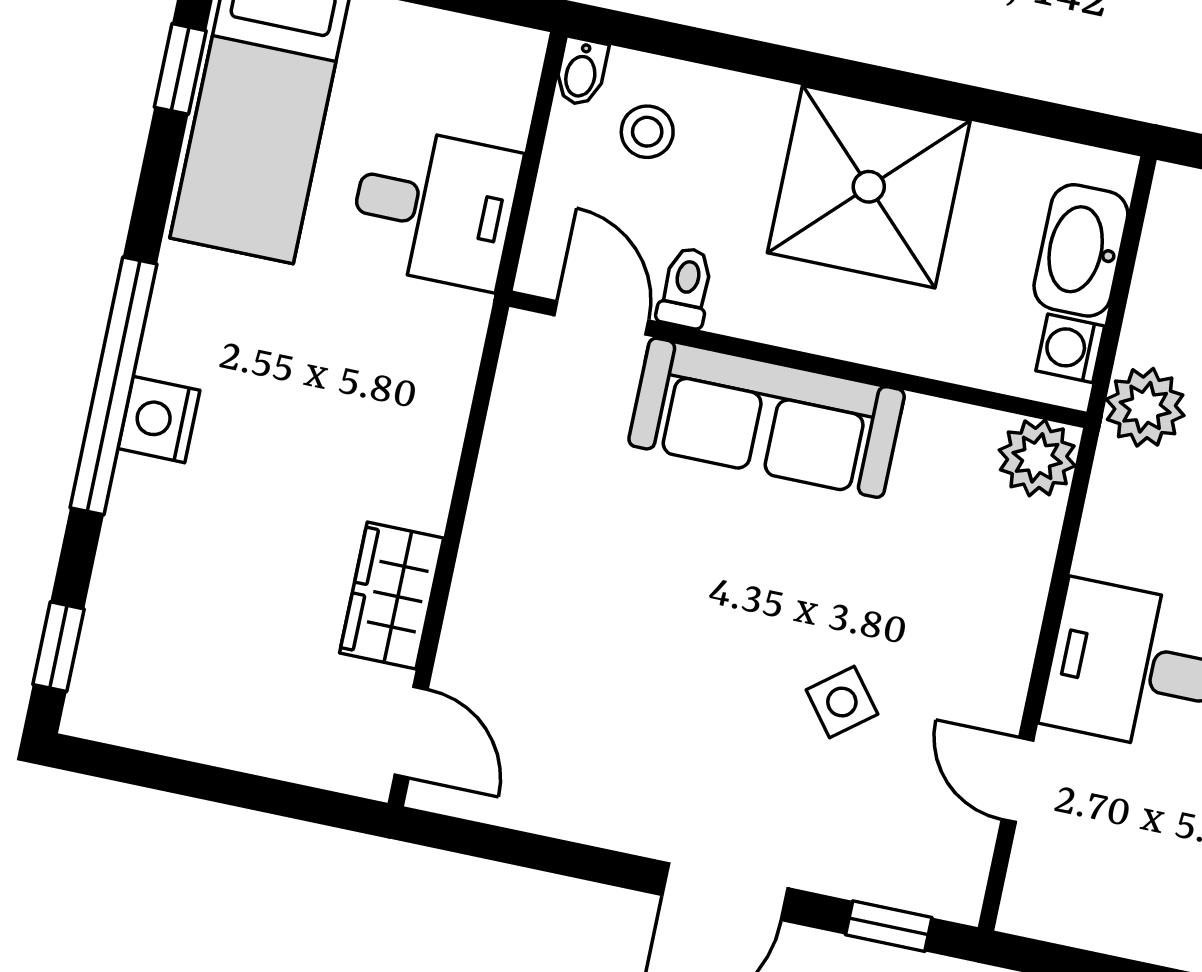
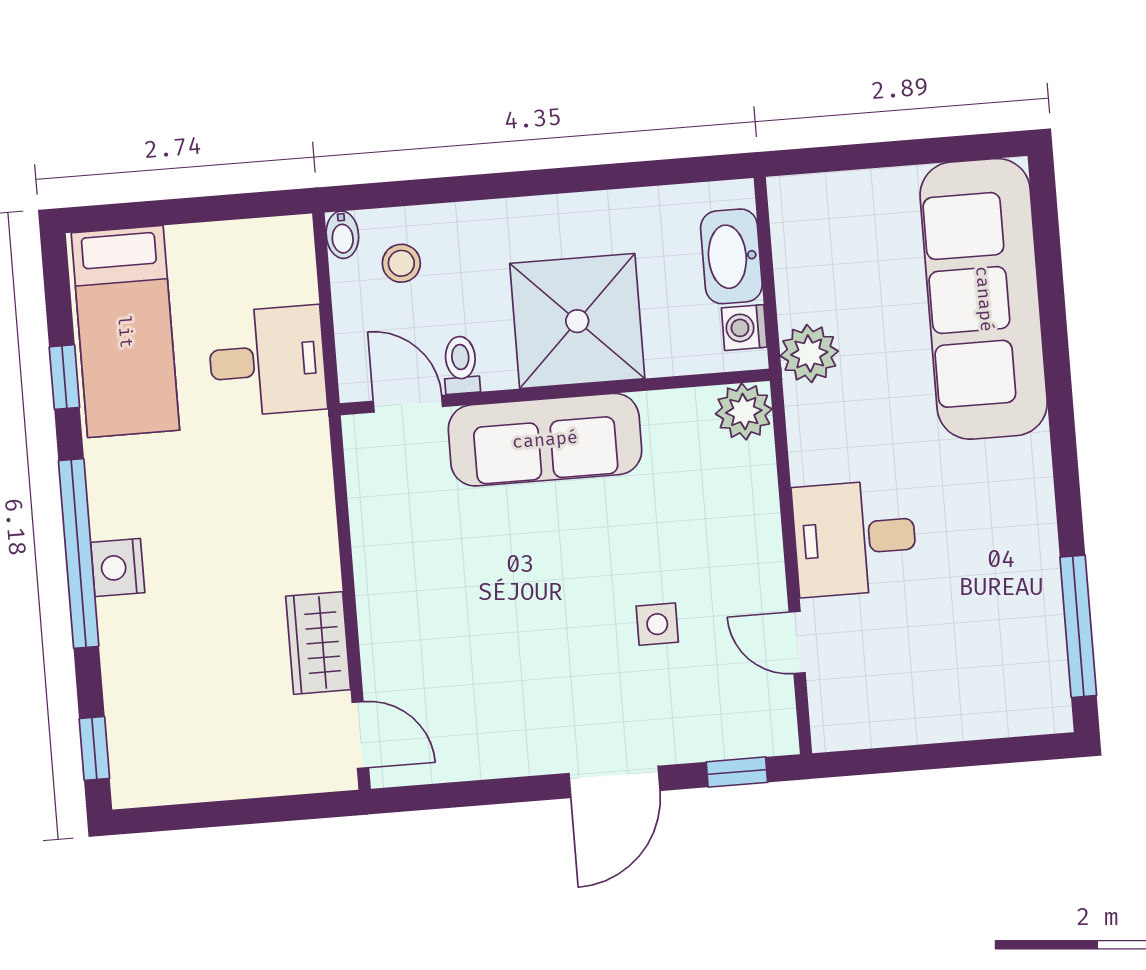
window: (180, 69) -> (64, 377), moved
shower: (869, 187) -> (577, 321), moved
side table: (842, 702) -> (657, 624), turned 38

